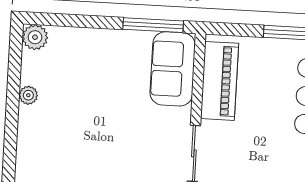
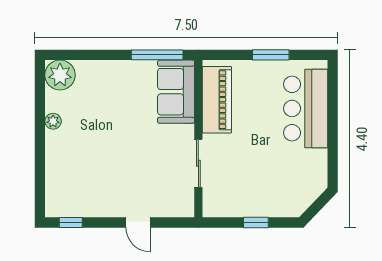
plant: (35, 37) -> (60, 75), width x1.36, depth x1.36

